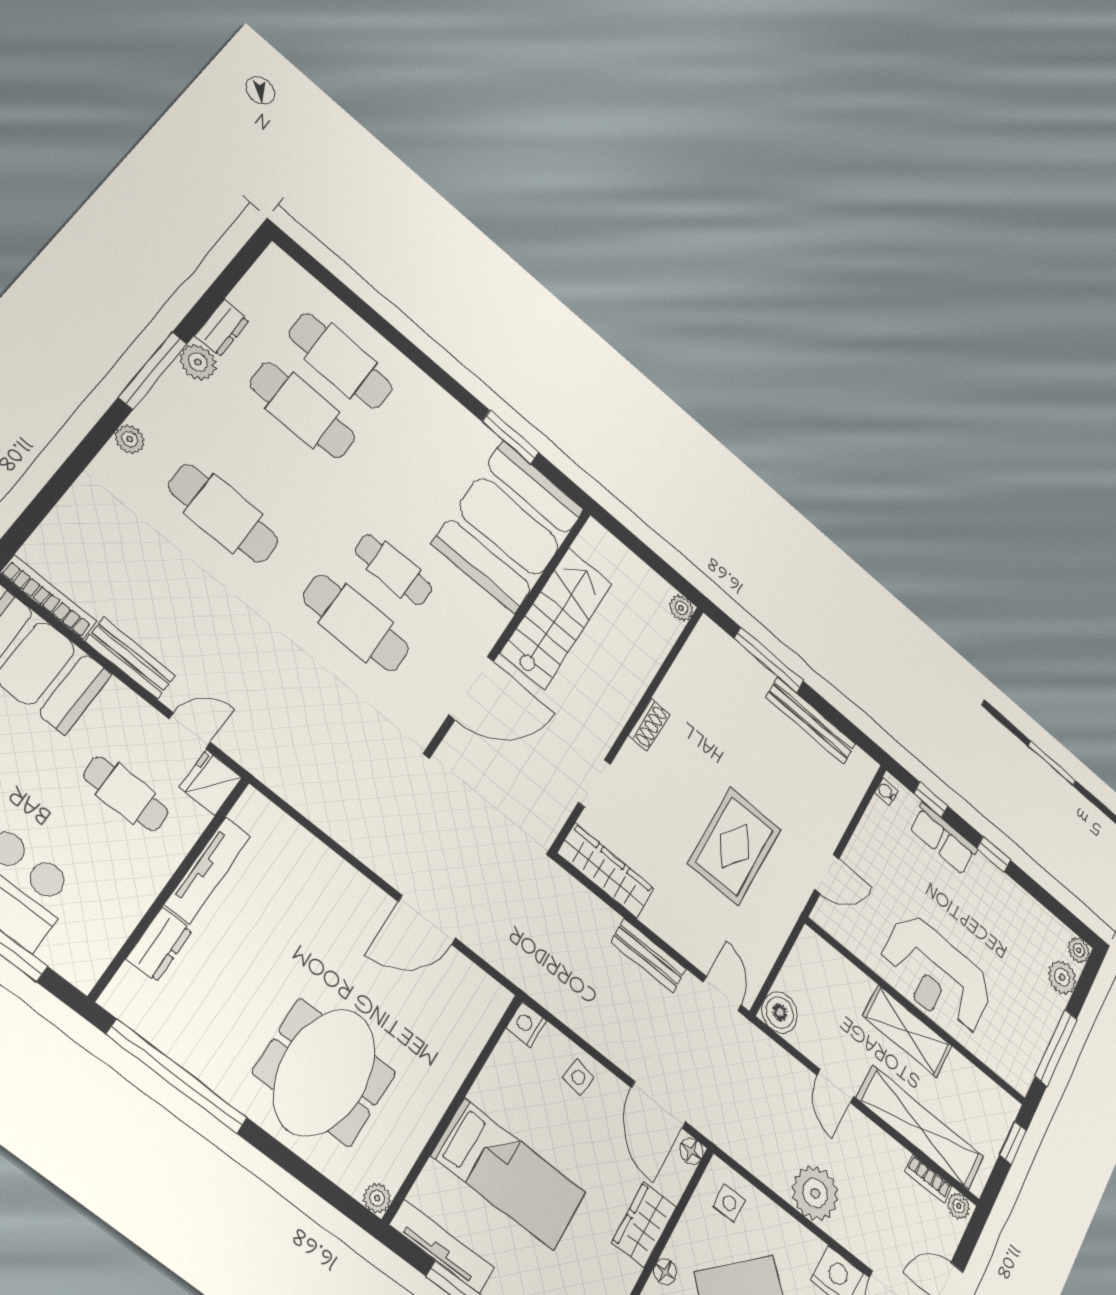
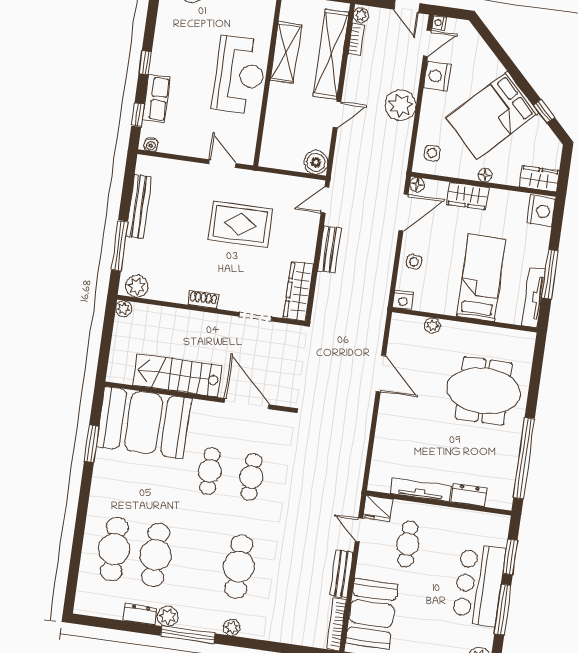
cafe table: (356, 623) -> (251, 477), width x0.73, depth x0.74
plant: (705, 646) -> (137, 286), added
shelving: (907, 1031) -> (286, 53), moved
plant: (377, 1198) -> (432, 326), moved

